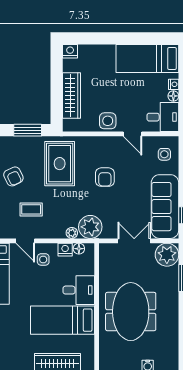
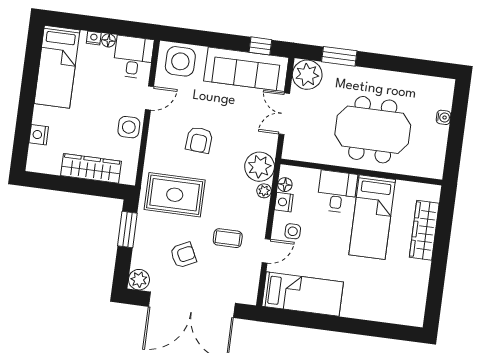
nightstand: (70, 51) -> (39, 135), moved
side table: (164, 154) -> (180, 61), width x1.87, depth x1.87
armchair: (105, 177) -> (199, 140), turned 94
coffee table: (31, 209) -> (228, 238), turned 90

